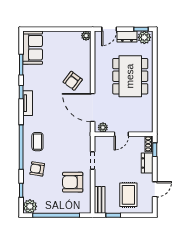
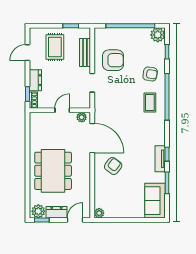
tv unit: (28, 103) -> (160, 159), moved
bench: (100, 200) -> (85, 52), moved

